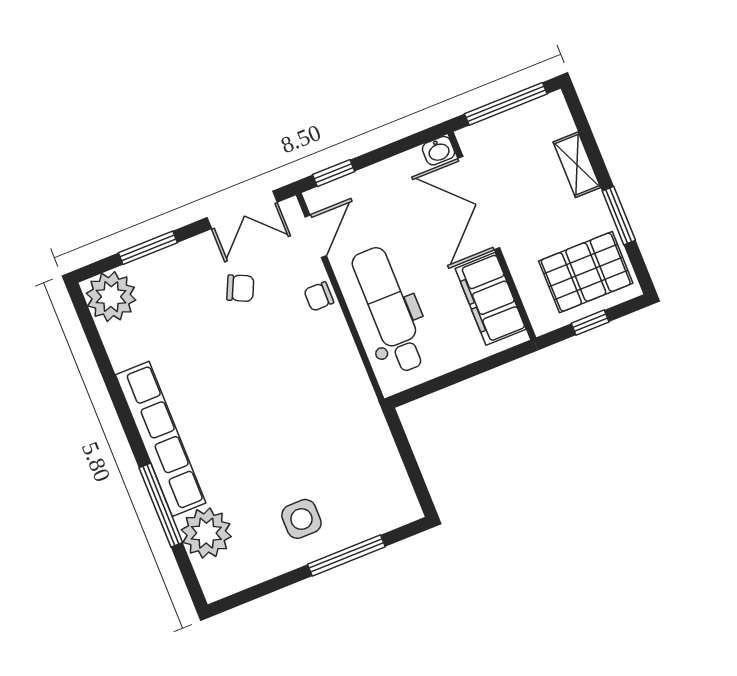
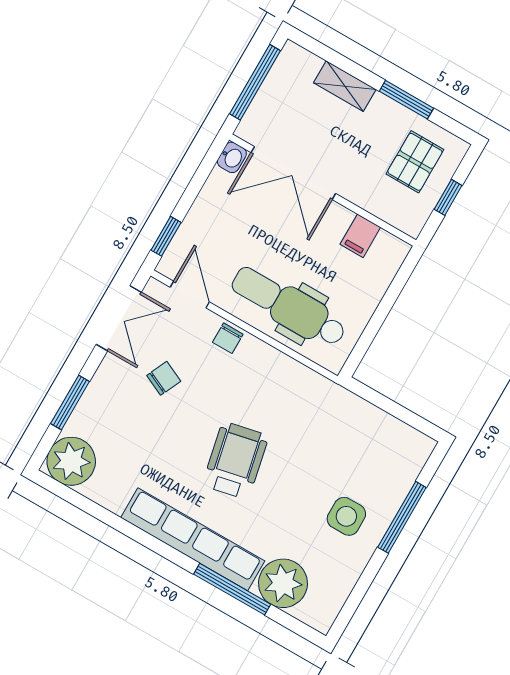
pallet: (586, 272) -> (415, 162), width x0.67, depth x0.71
filing cabinet: (491, 299) -> (360, 236), width x0.33, depth x0.86
wheelchair: (246, 402) -> (235, 460), added

